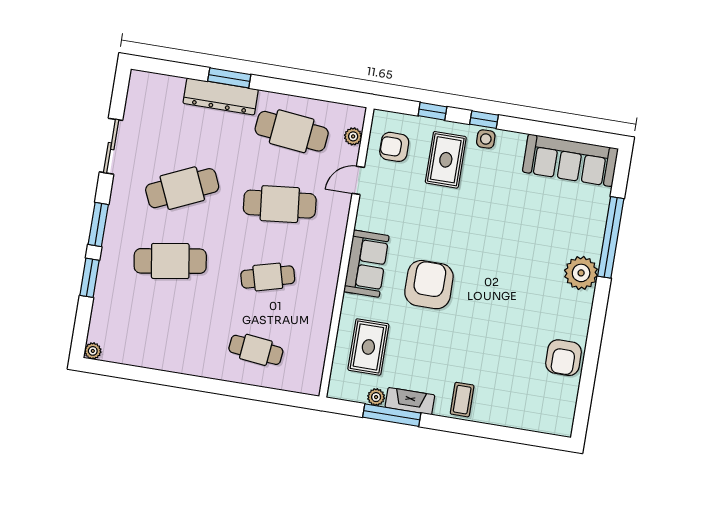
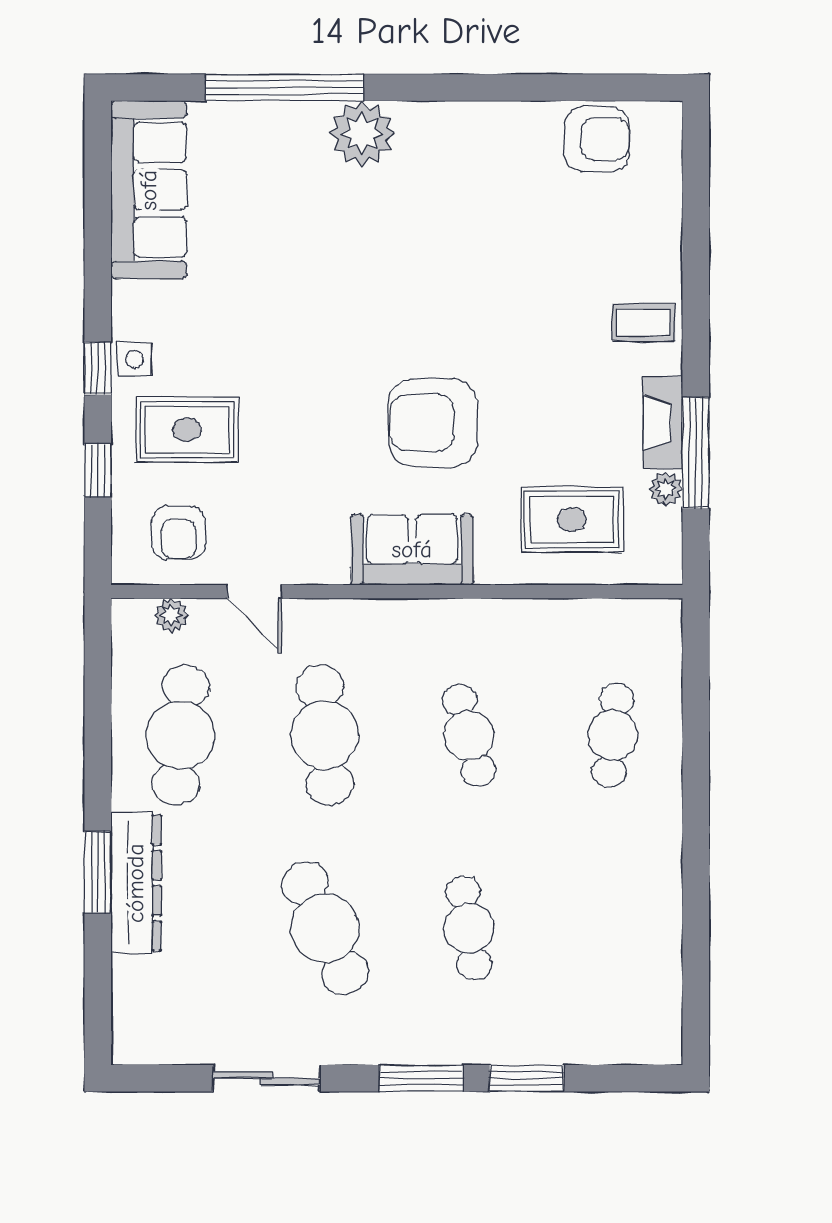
cafe table: (170, 261) -> (469, 928), width x0.73, depth x0.74
plant: (93, 351) -> (666, 1049), removed
armchair: (564, 358) -> (597, 139), moved

